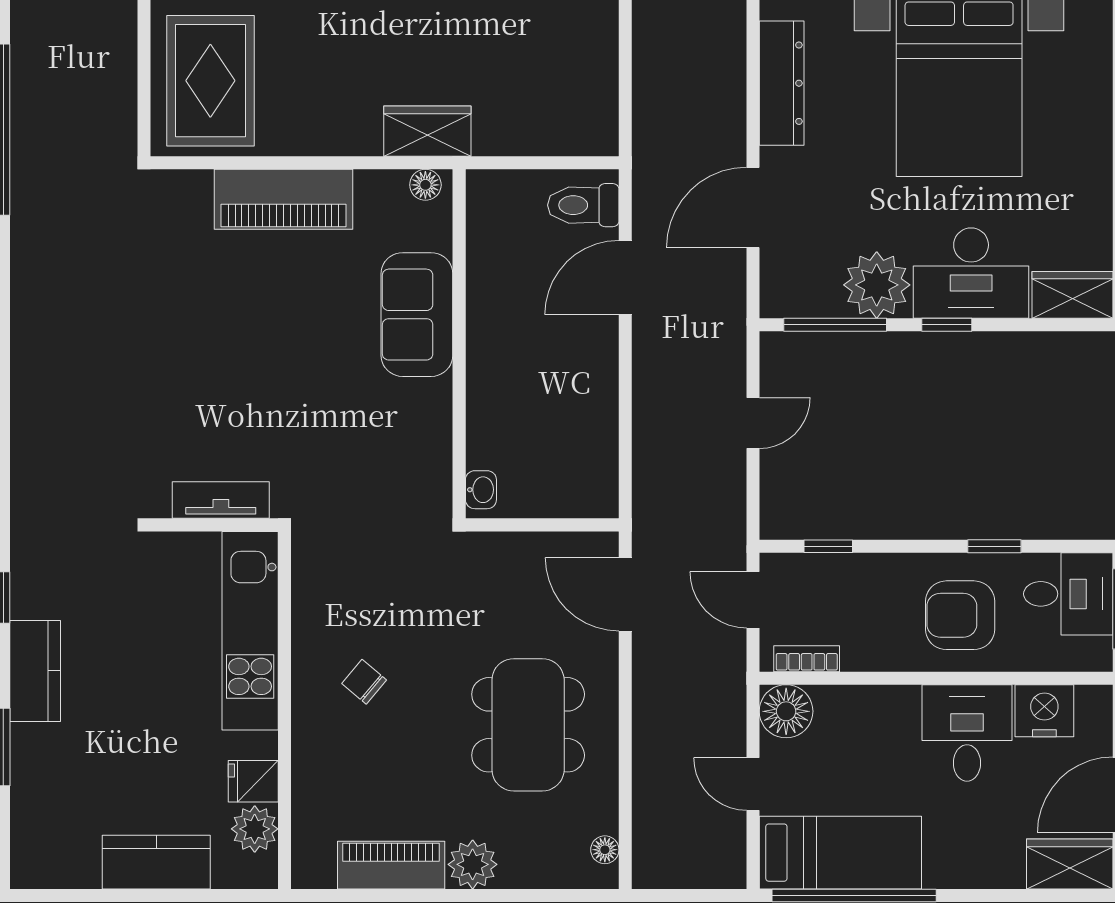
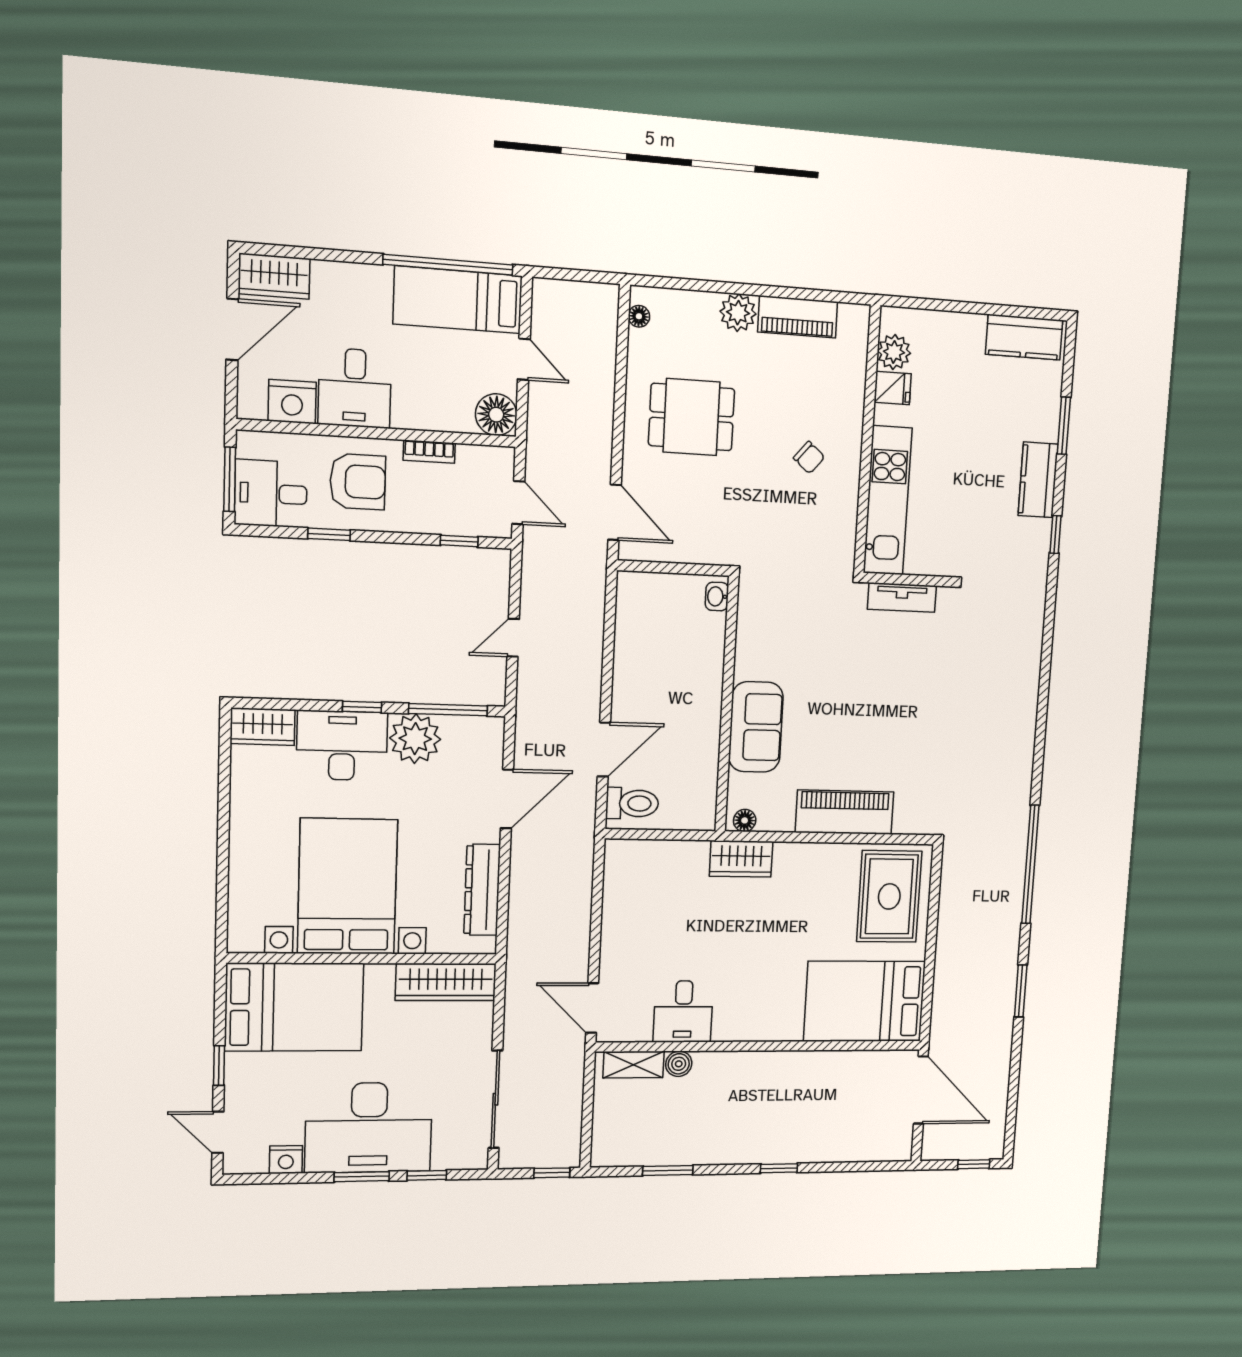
bookcase: (807, 659) -> (429, 452), moved
dining table: (528, 725) -> (692, 417), width x0.73
kitchen counter: (156, 862) -> (1024, 337), moved

